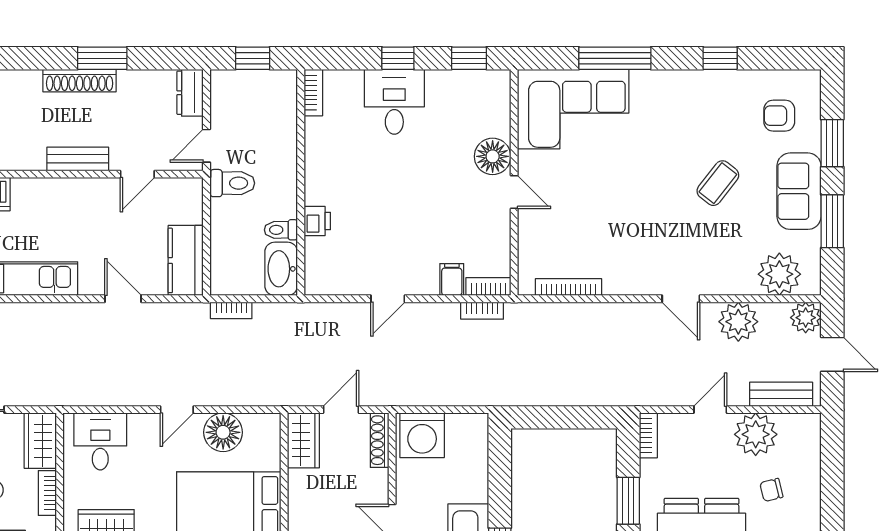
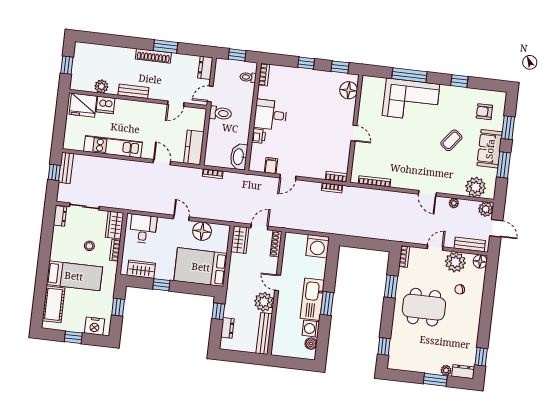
desk: (394, 102) -> (270, 115), moved, turned -90
corner sofa: (573, 109) -> (411, 100), moved
floor lamp: (493, 156) -> (349, 90), moved
bench: (78, 159) -> (133, 91), moved
toilet: (281, 230) -> (248, 77), moved
filing cabinet: (452, 280) -> (271, 166), moved
plant: (738, 322) -> (454, 203), width x0.53, depth x0.53
door: (177, 410) -> (181, 218), swing flipped
floor lamp: (807, 427) -> (480, 261), added
washing machine: (422, 435) -> (318, 246), moved

